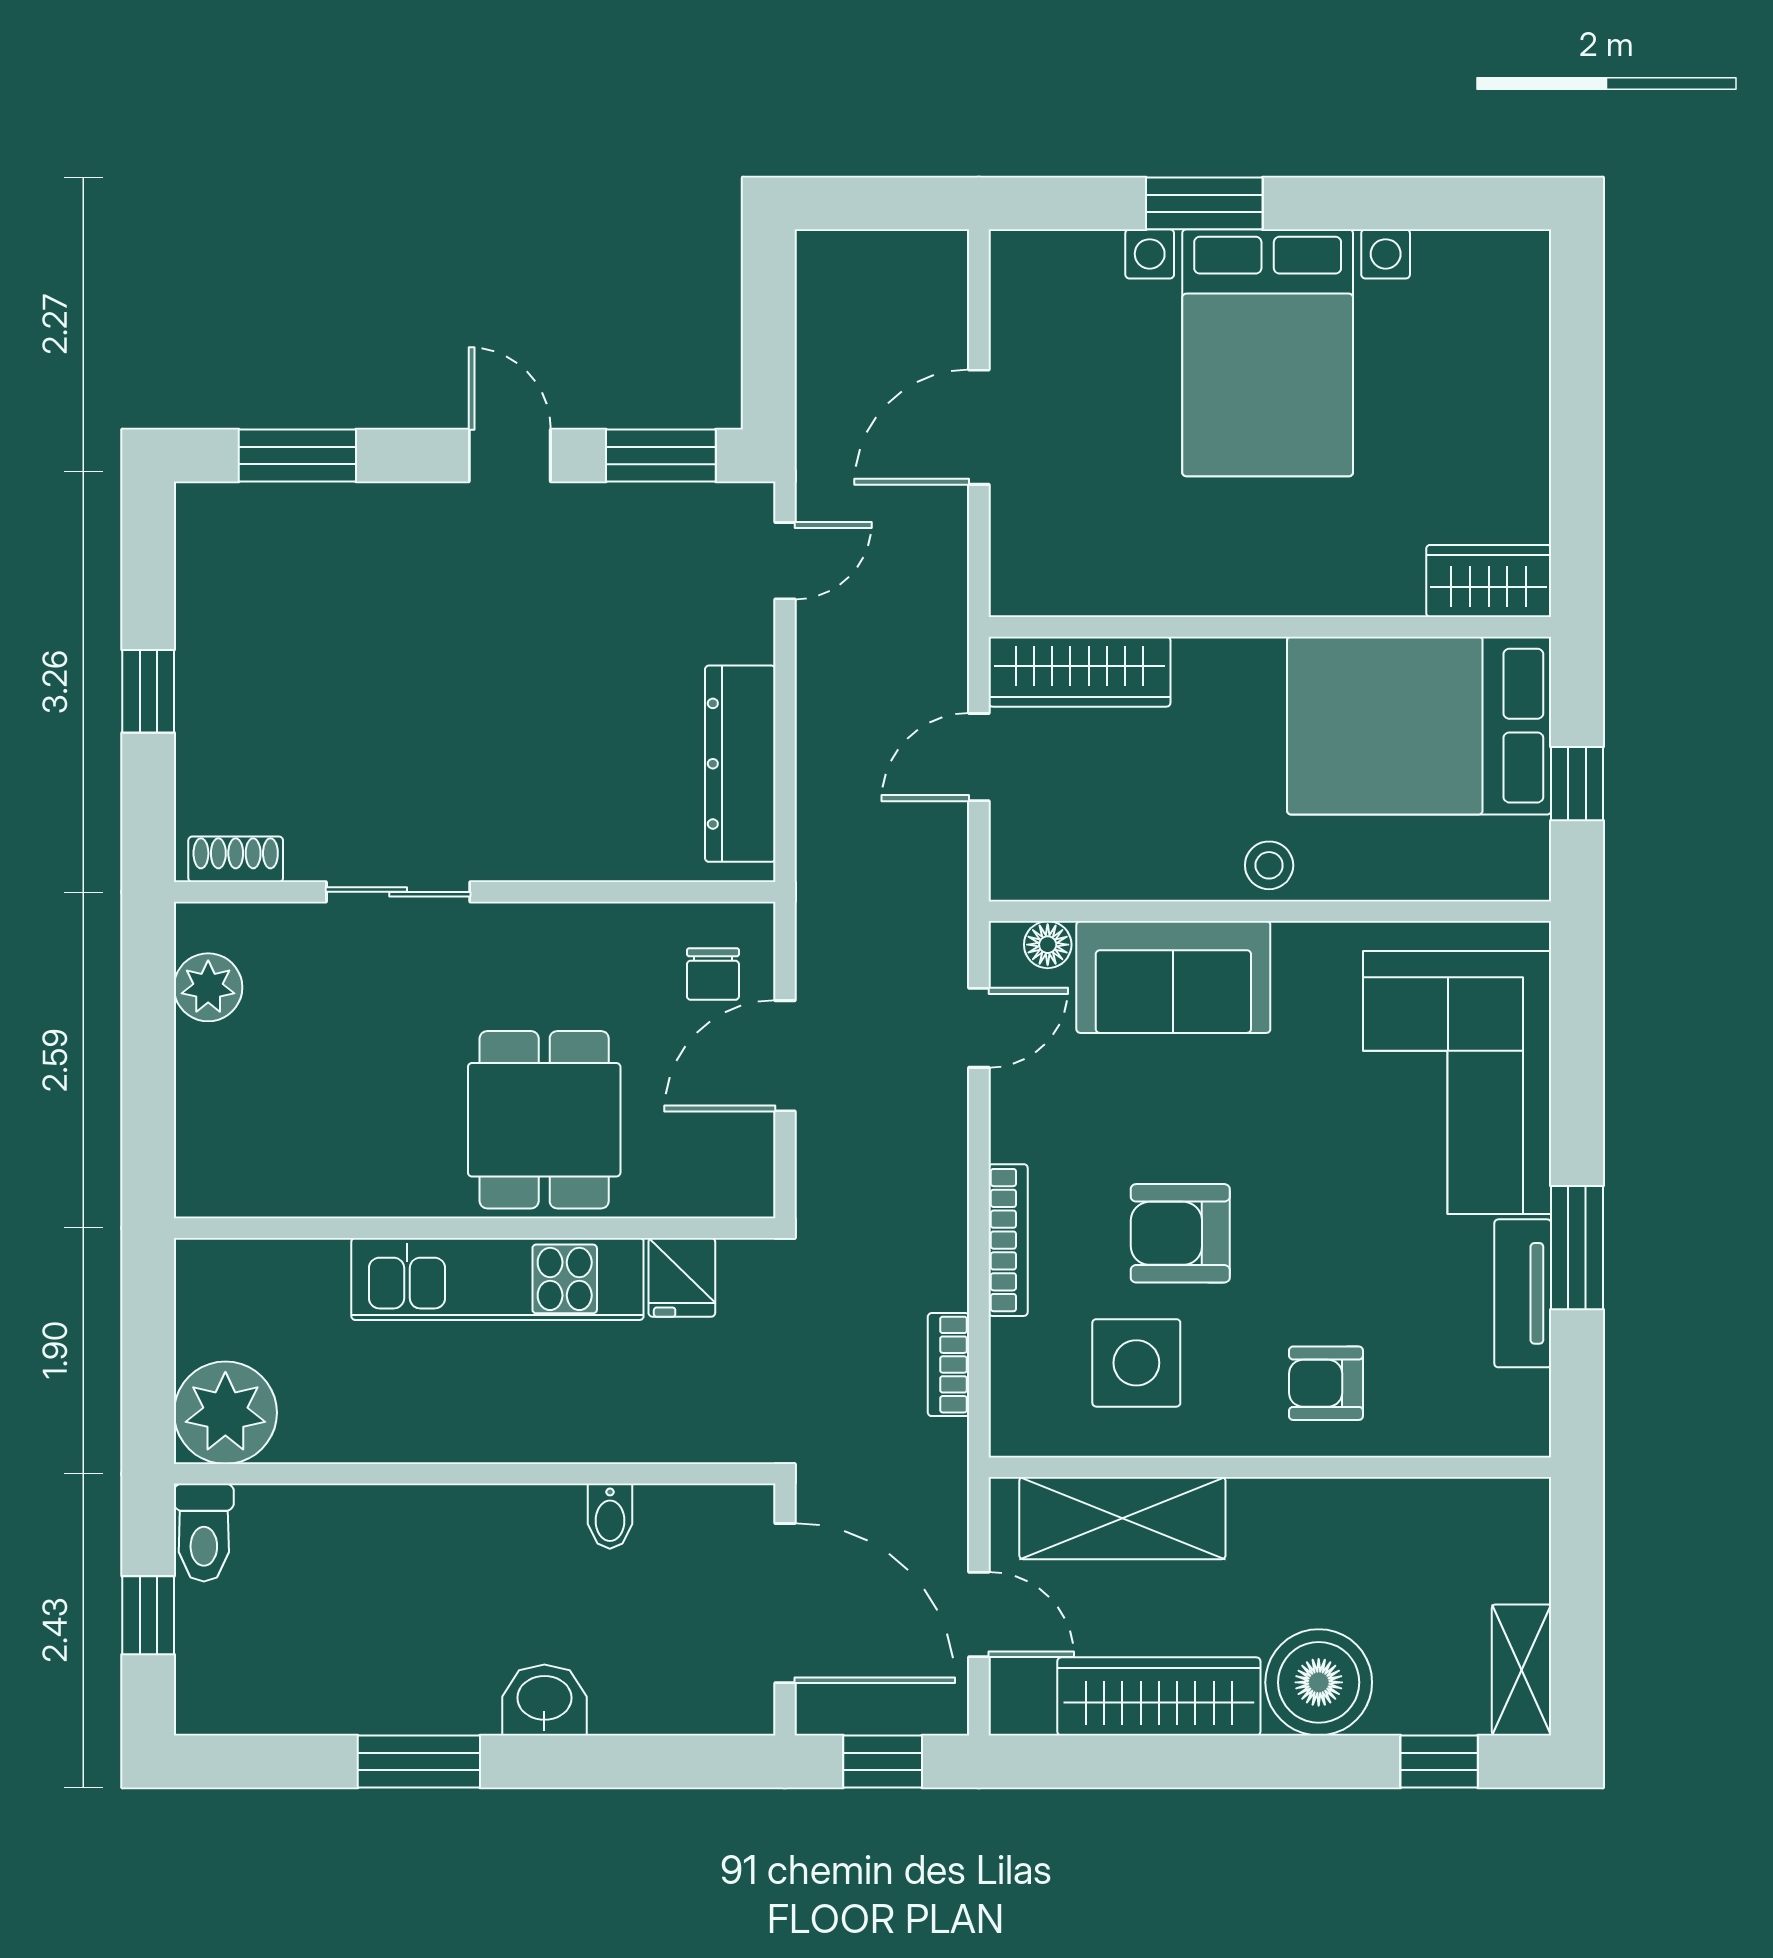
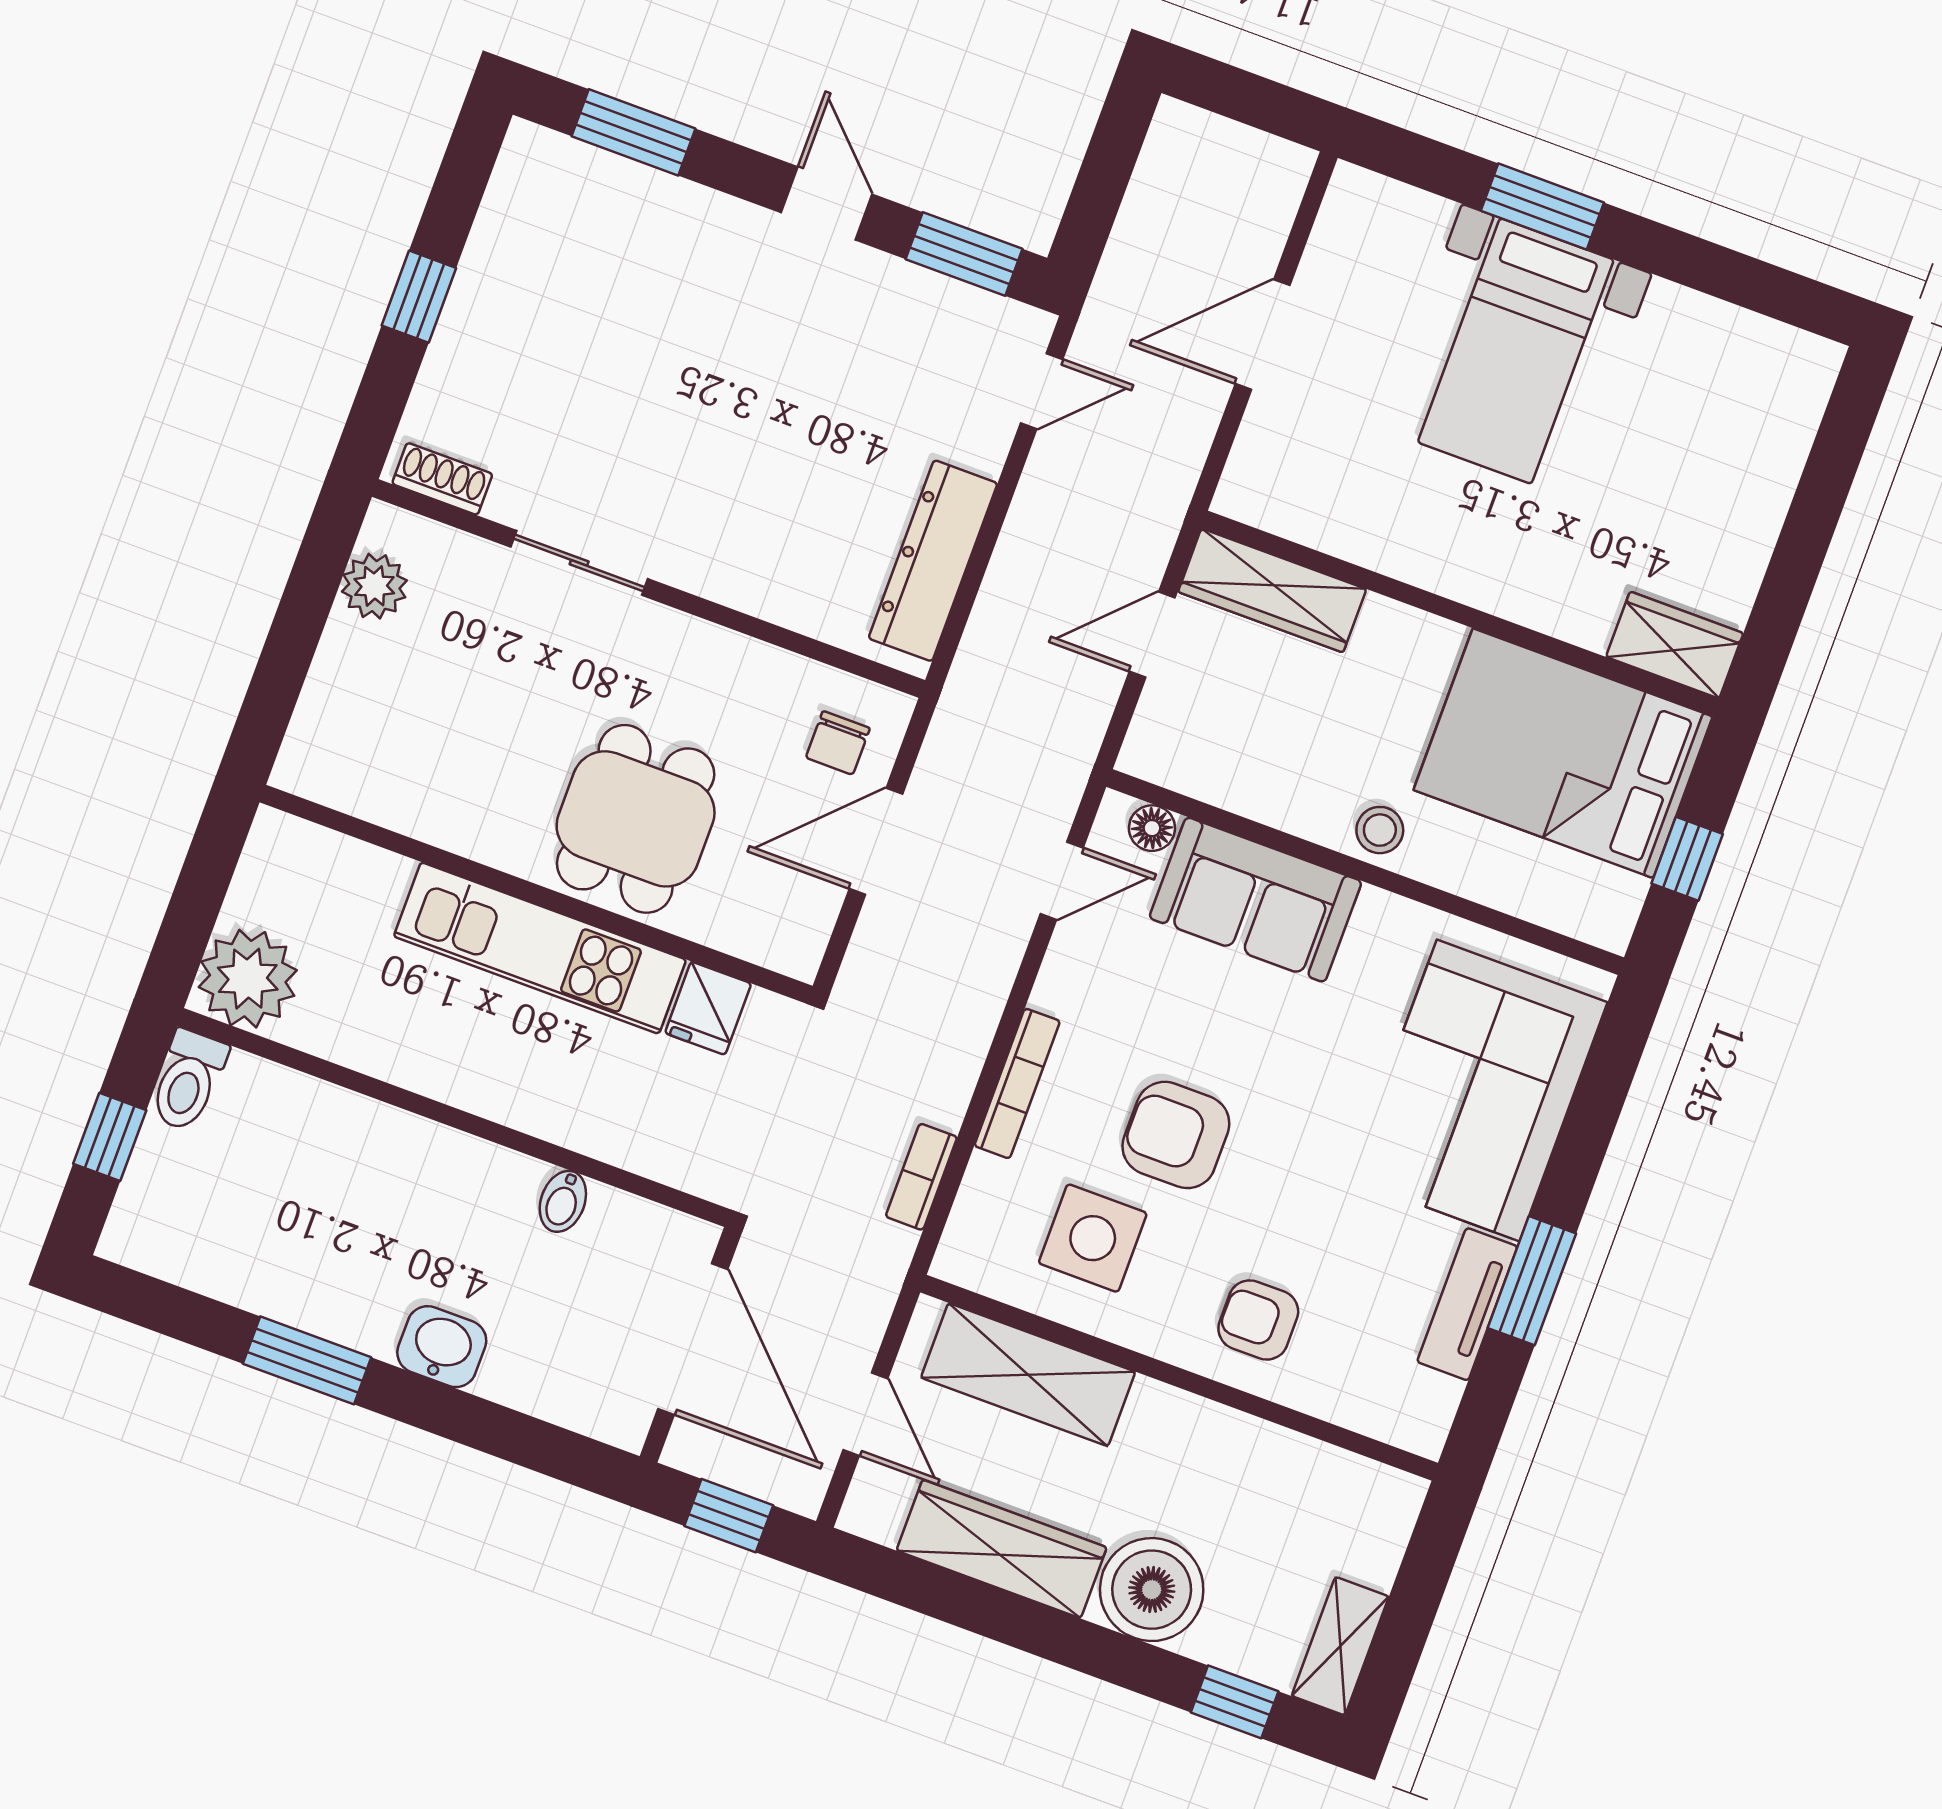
bed with nightstands: (1268, 353) -> (1516, 351), width x0.73

